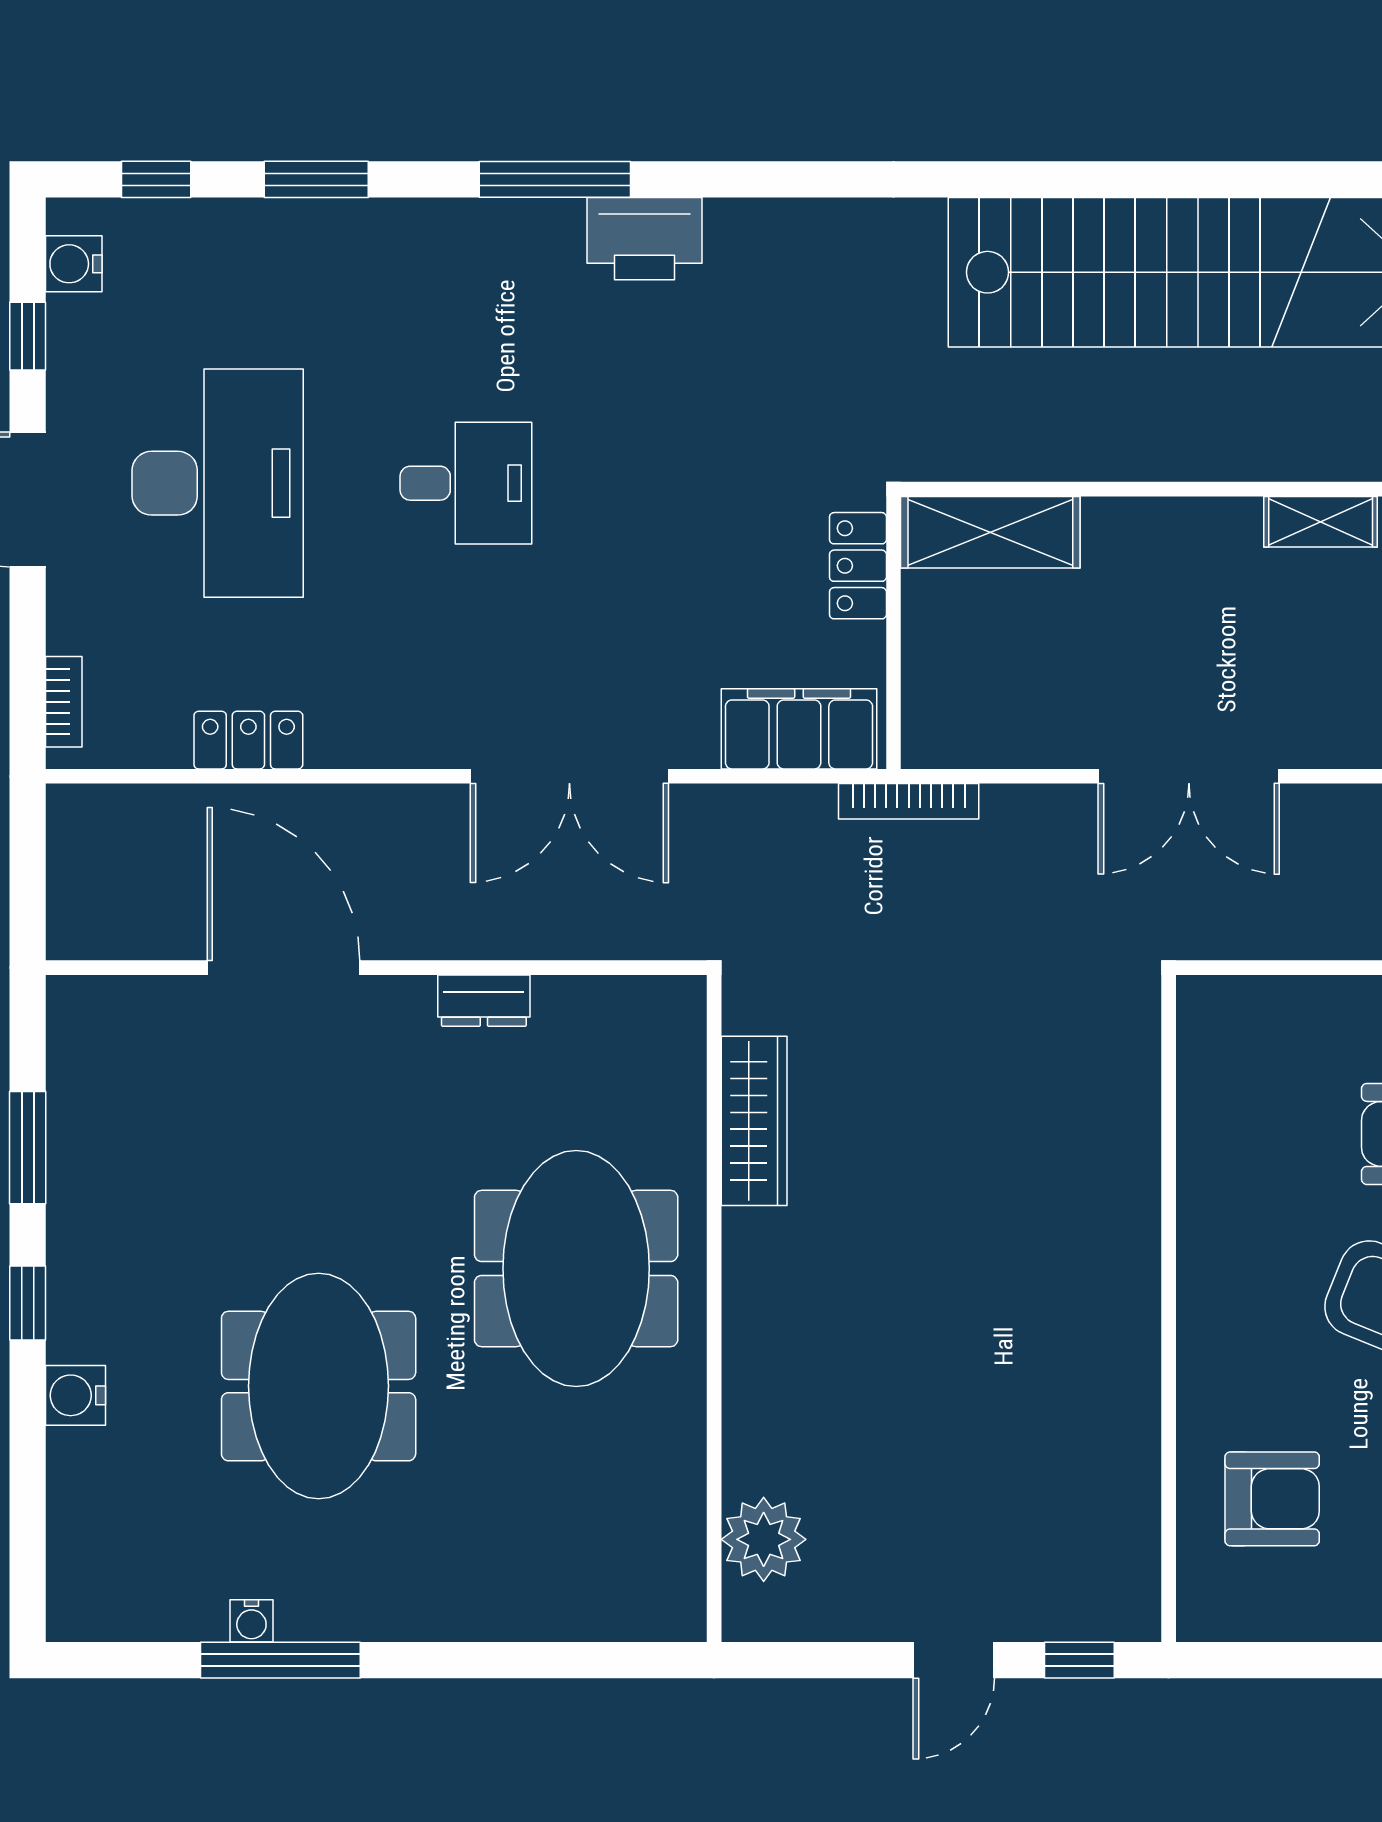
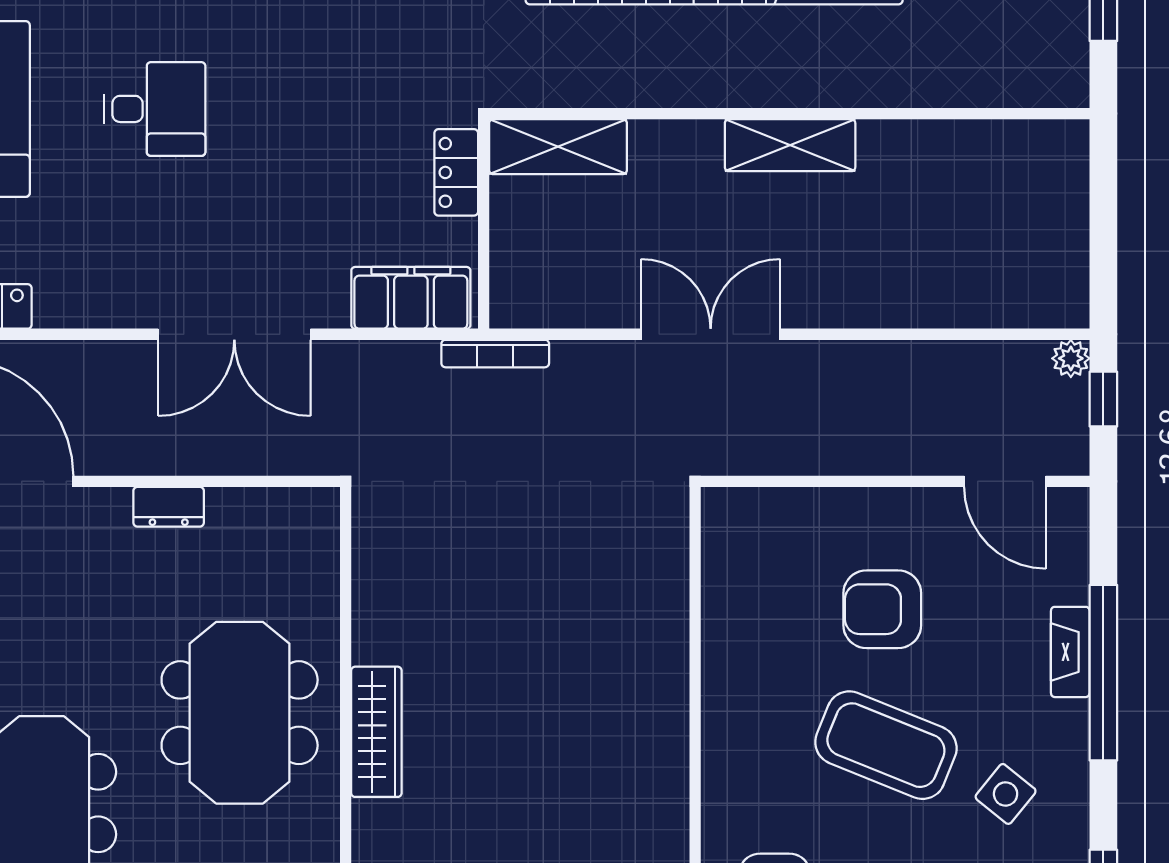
shelving: (1321, 522) -> (790, 145), width x1.50, depth x1.33
double door: (1189, 776) -> (711, 334), swing flipped
wardrobe: (754, 1121) -> (376, 732), moved

